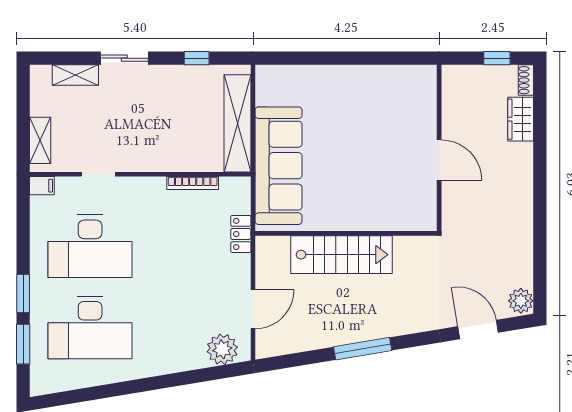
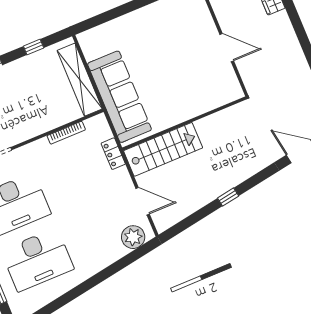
stairs: (342, 255) -> (163, 149), moved
door: (253, 309) -> (143, 201), hinge flipped
window: (363, 349) -> (228, 197), width x0.46

